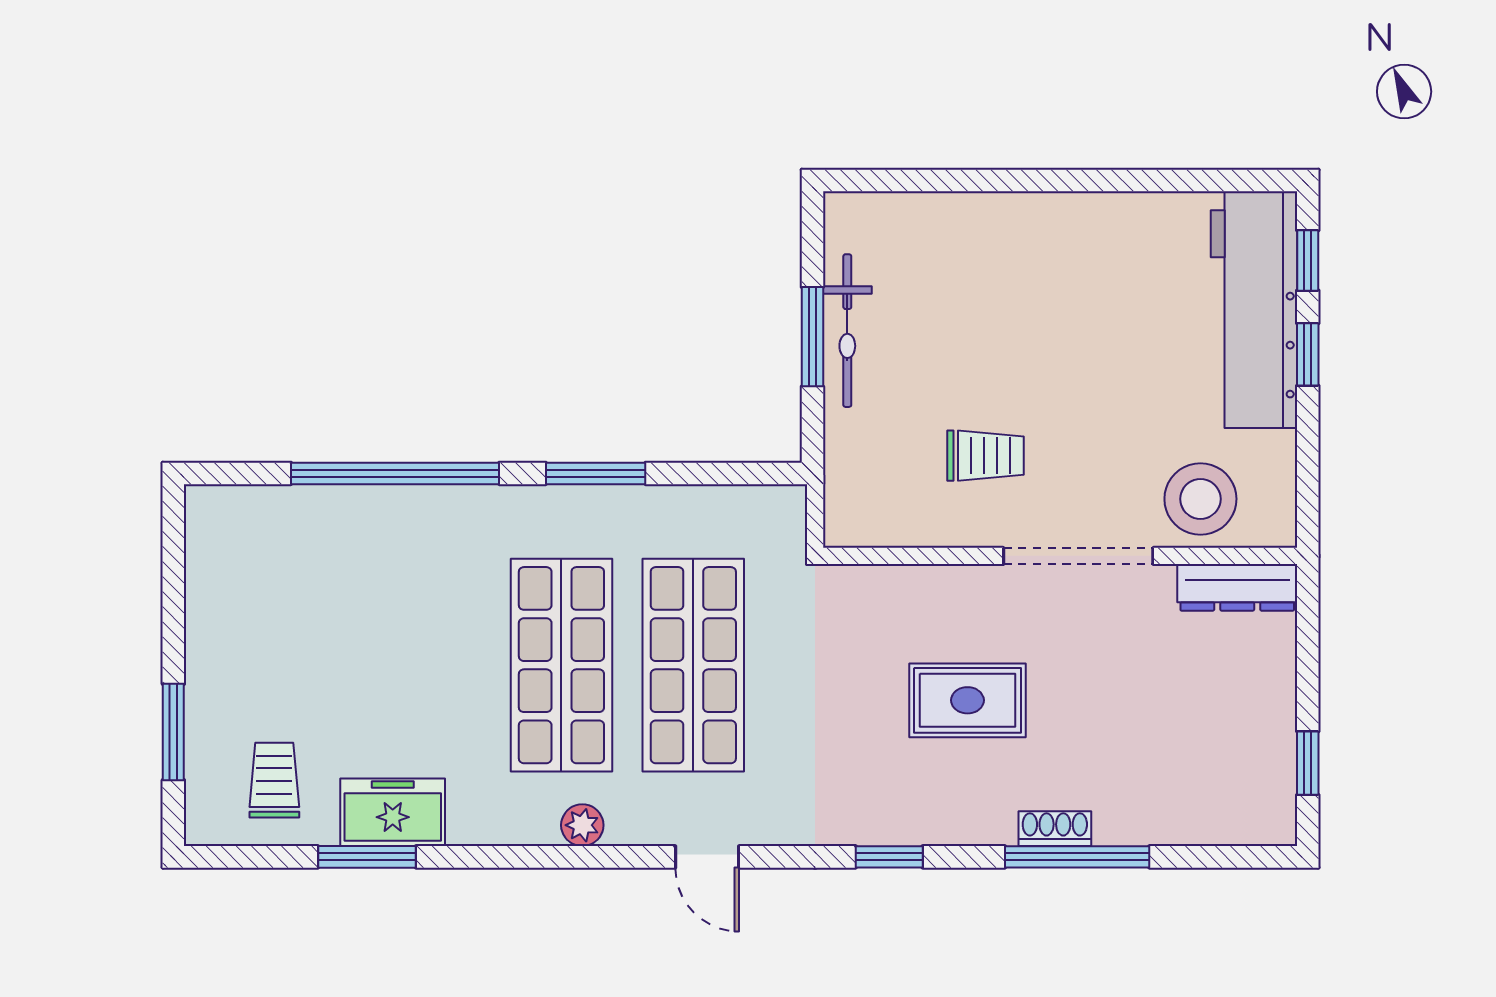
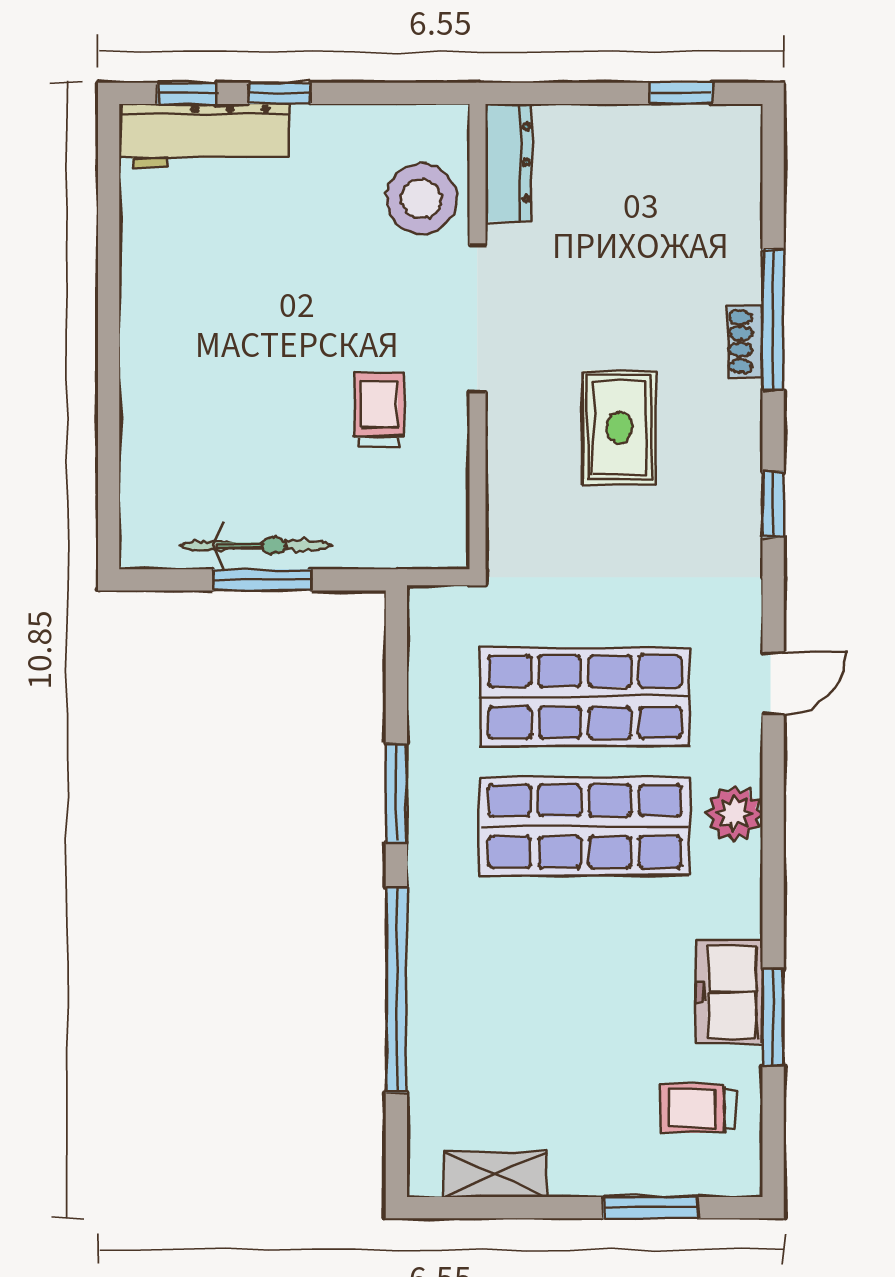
workbench: (1254, 310) -> (204, 136), width x0.73, depth x0.76
shelving: (207, 574) -> (496, 1174), added
plant: (582, 825) -> (734, 814), width x1.38, depth x1.38

